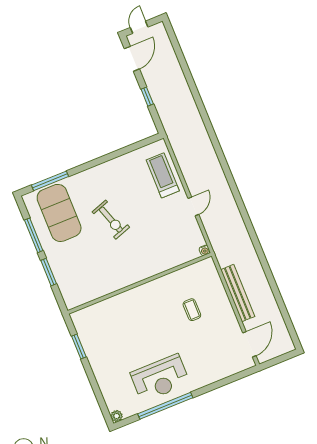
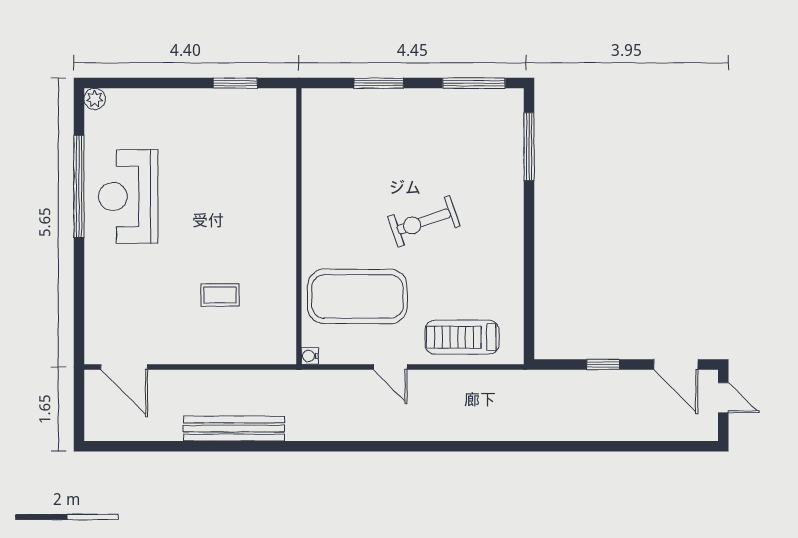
treadmill: (163, 175) -> (462, 337), turned 180
exercise mat: (59, 213) -> (357, 296), moved
window: (34, 235) -> (474, 83), moved
bench: (238, 293) -> (234, 429), moved

